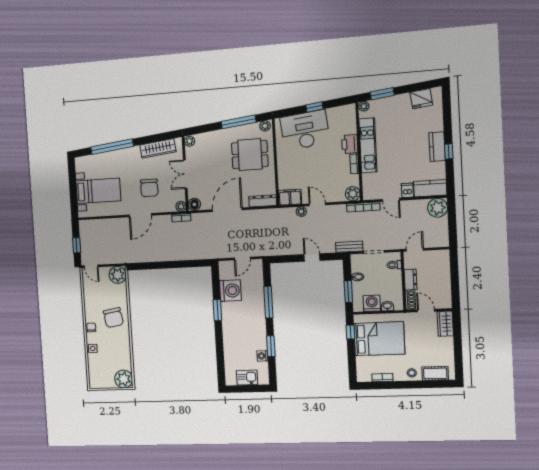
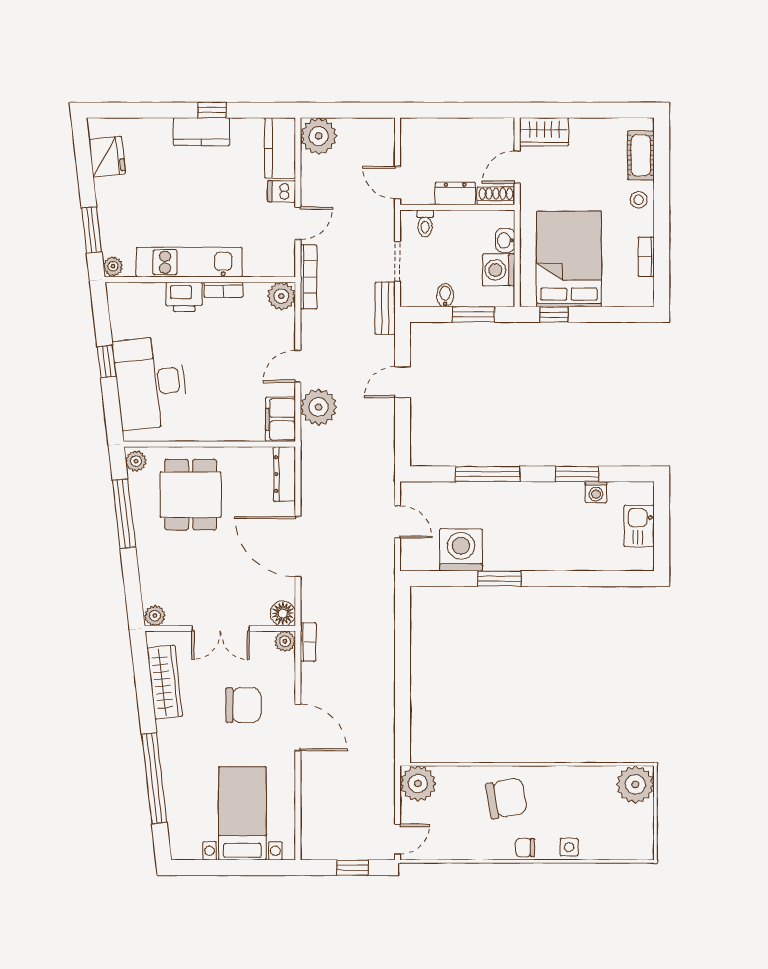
plant: (301, 211) -> (319, 407), width x1.87, depth x1.87

